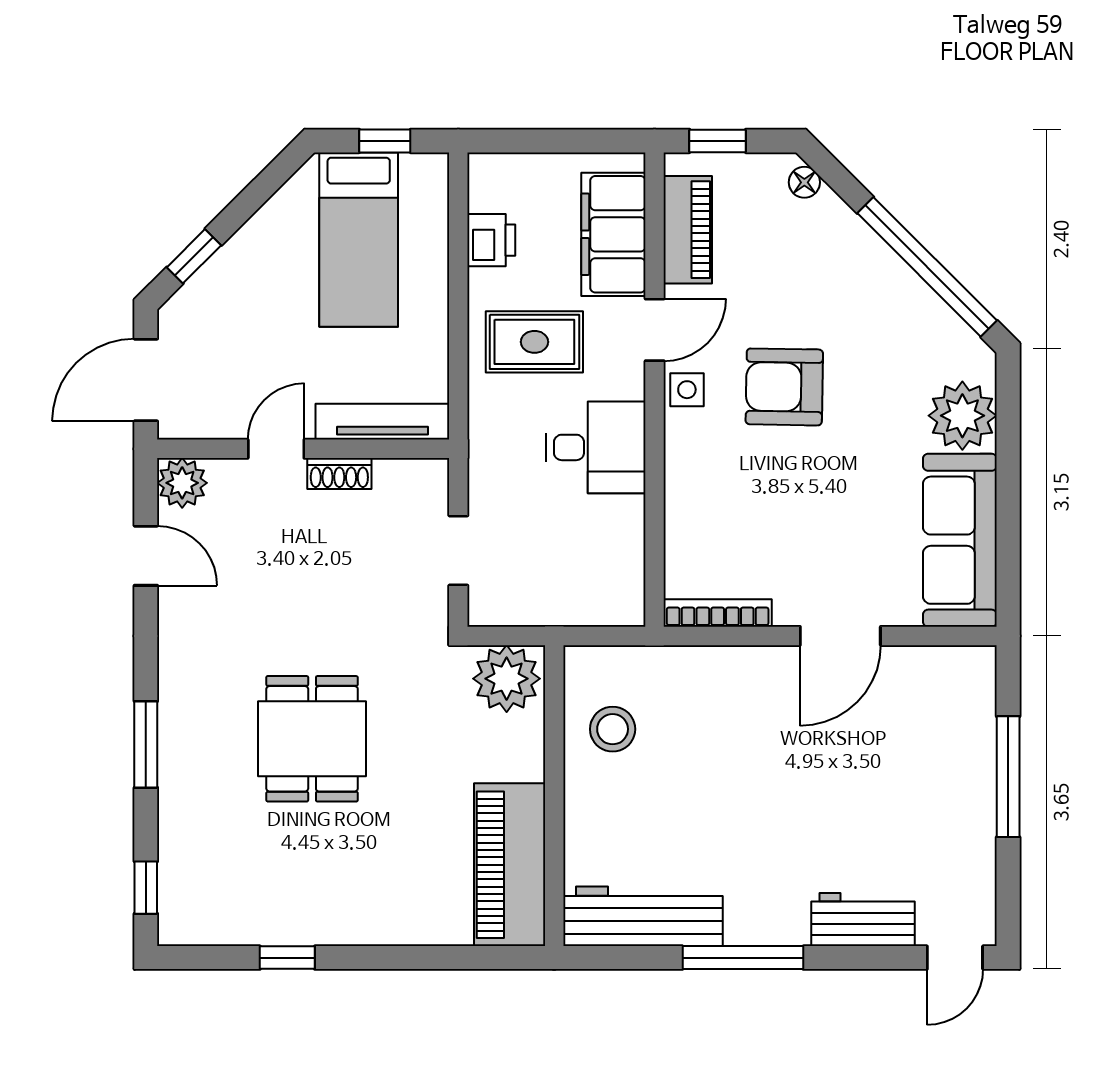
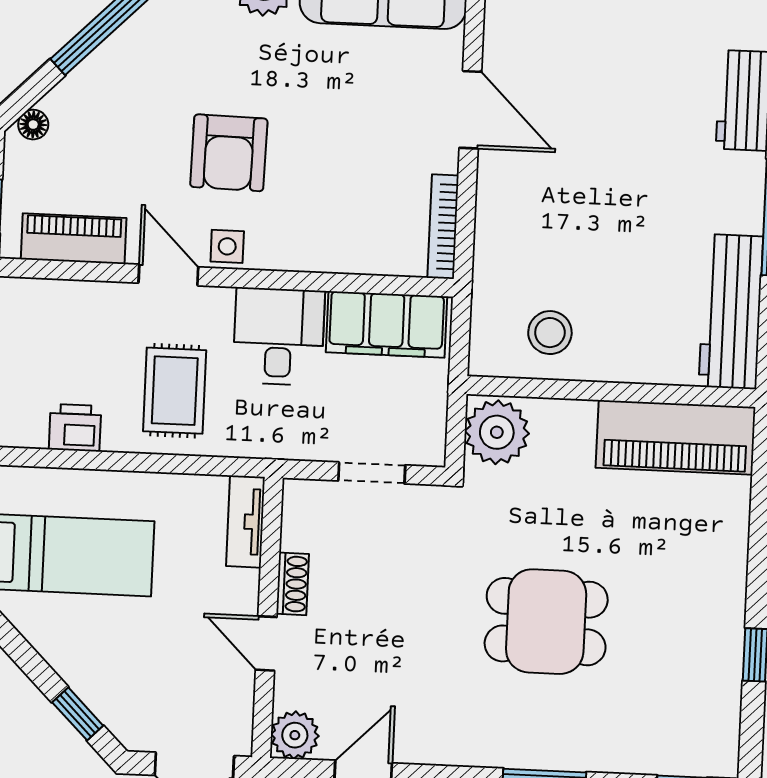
filing cabinet: (613, 234) -> (386, 324), moved
tv unit: (382, 422) -> (246, 522), width x0.71

